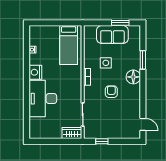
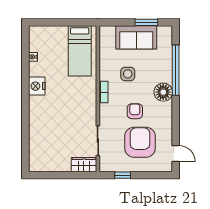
window: (143, 60) -> (176, 70), width x2.11
desk: (43, 99) -> (46, 120), removed
armchair: (115, 116) -> (140, 142), added

